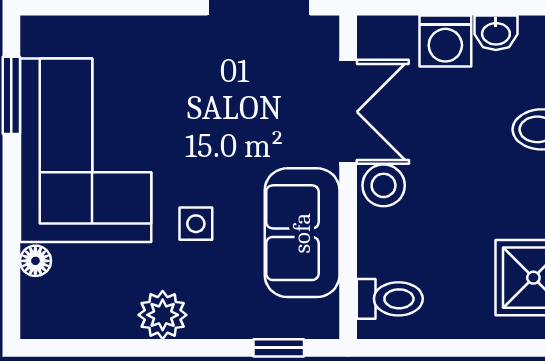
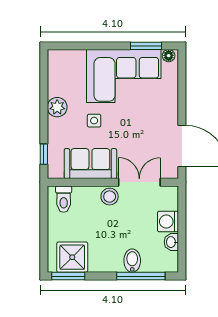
double door: (348, 112) -> (139, 182), swing flipped
floor lamp: (35, 261) -> (169, 56), moved

